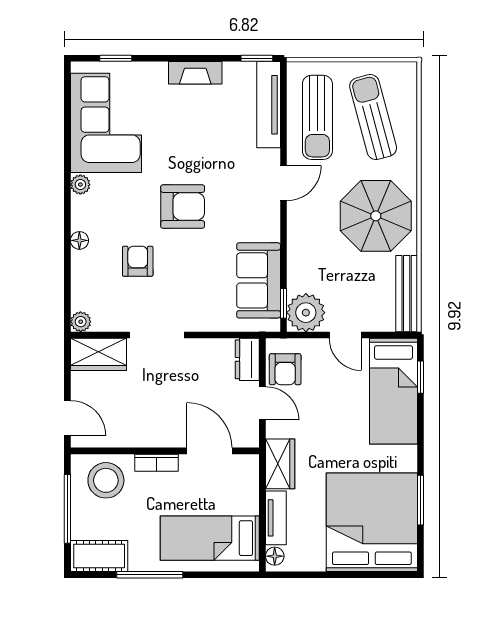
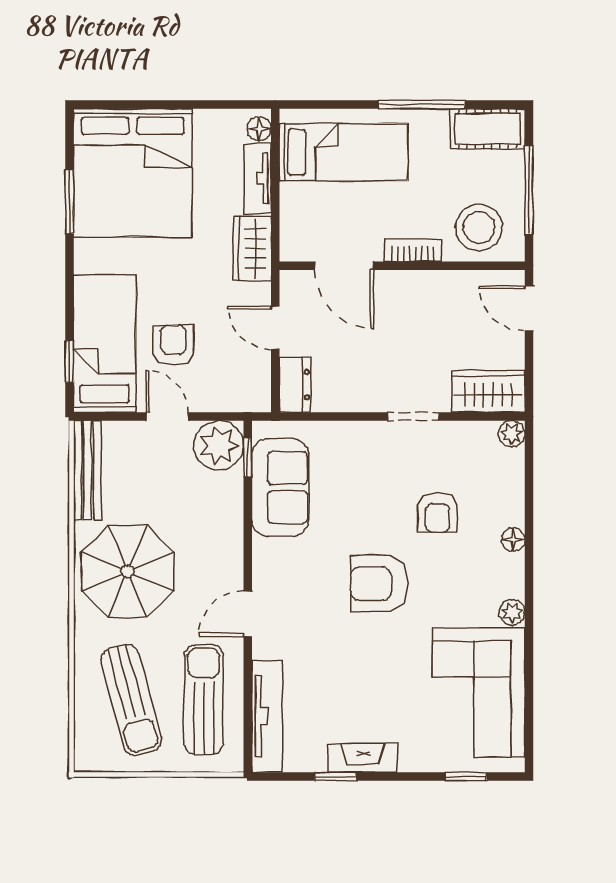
window: (257, 58) -> (335, 777), moved
doorway: (157, 335) -> (413, 417), width x0.73
armchair: (285, 369) -> (173, 345), moved

